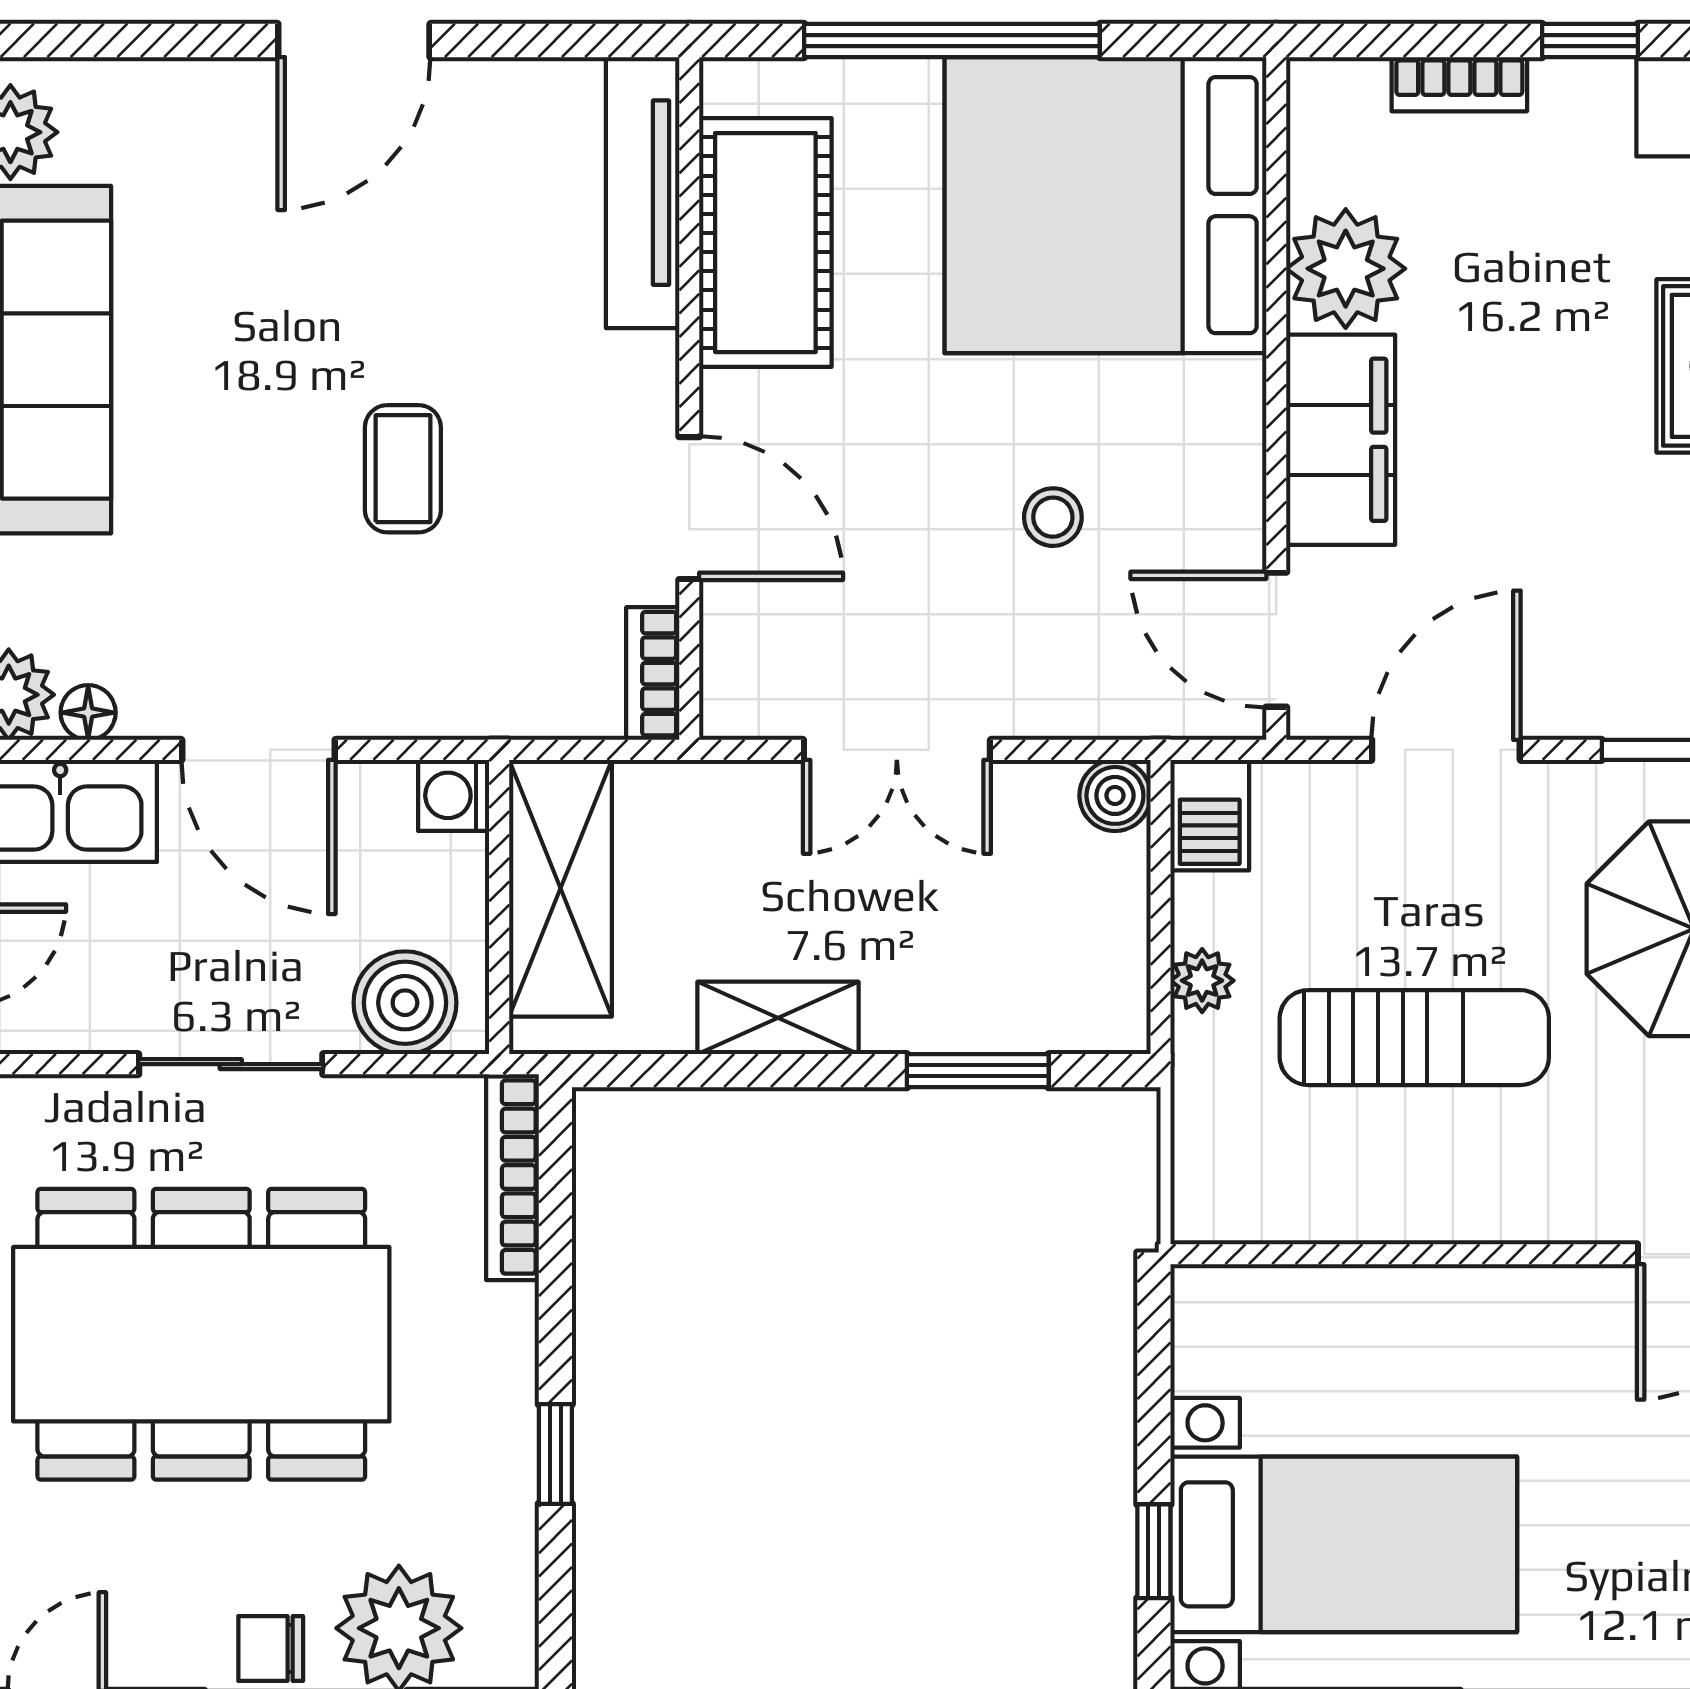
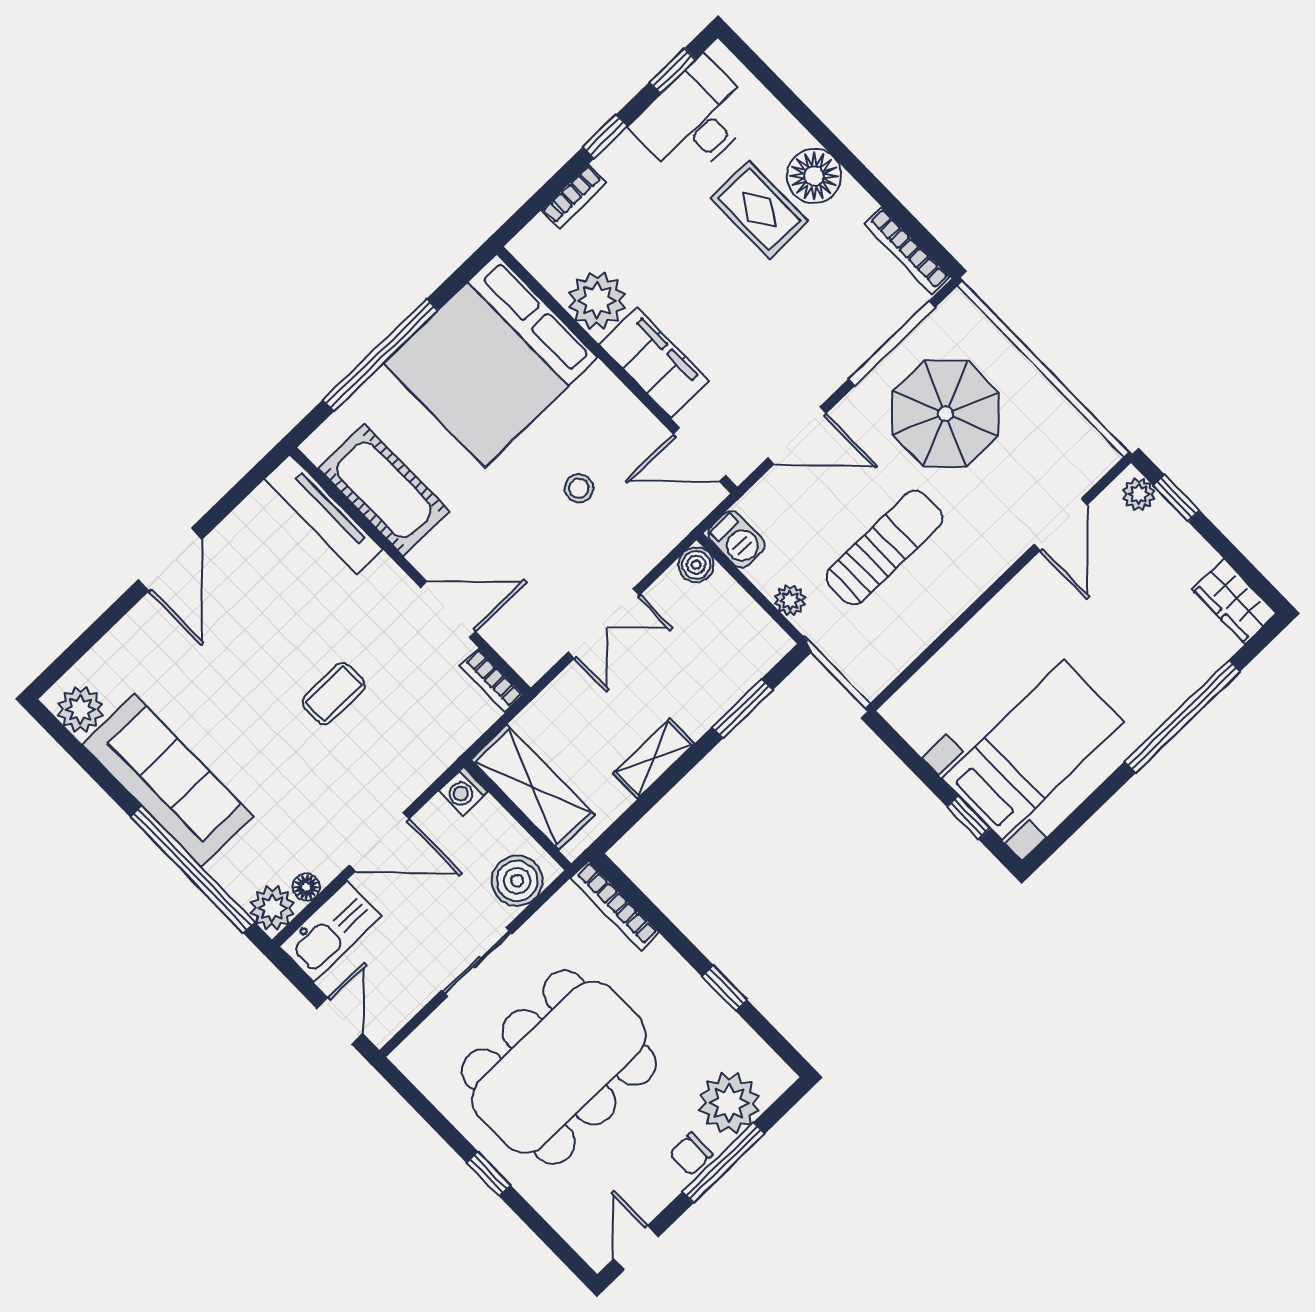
coffee table: (403, 469) -> (334, 694), turned 90
door: (1446, 750) -> (797, 436), swing flipped

